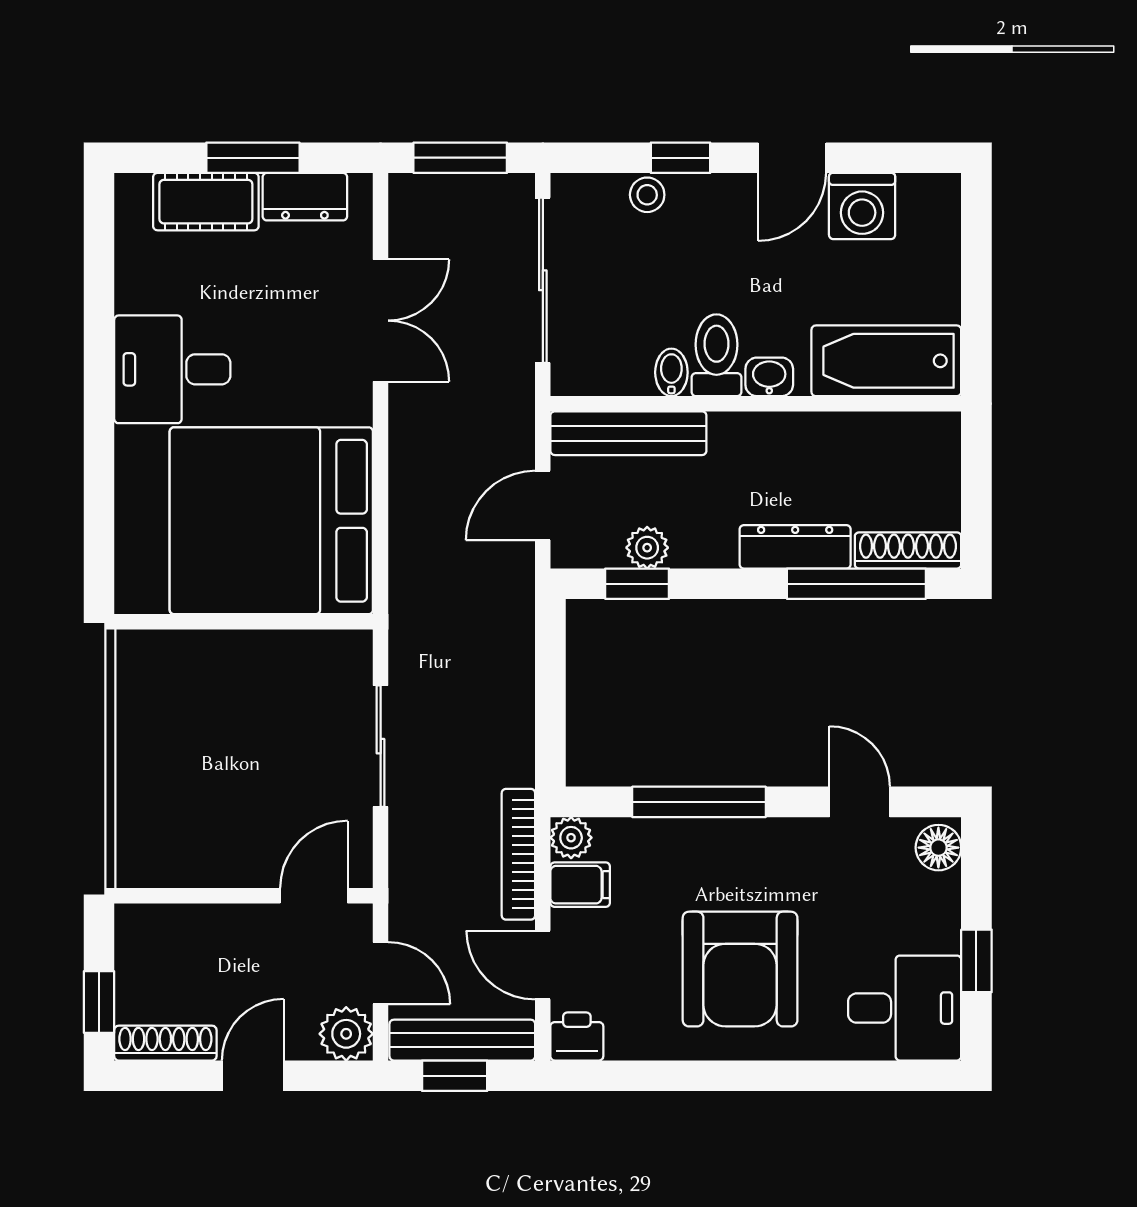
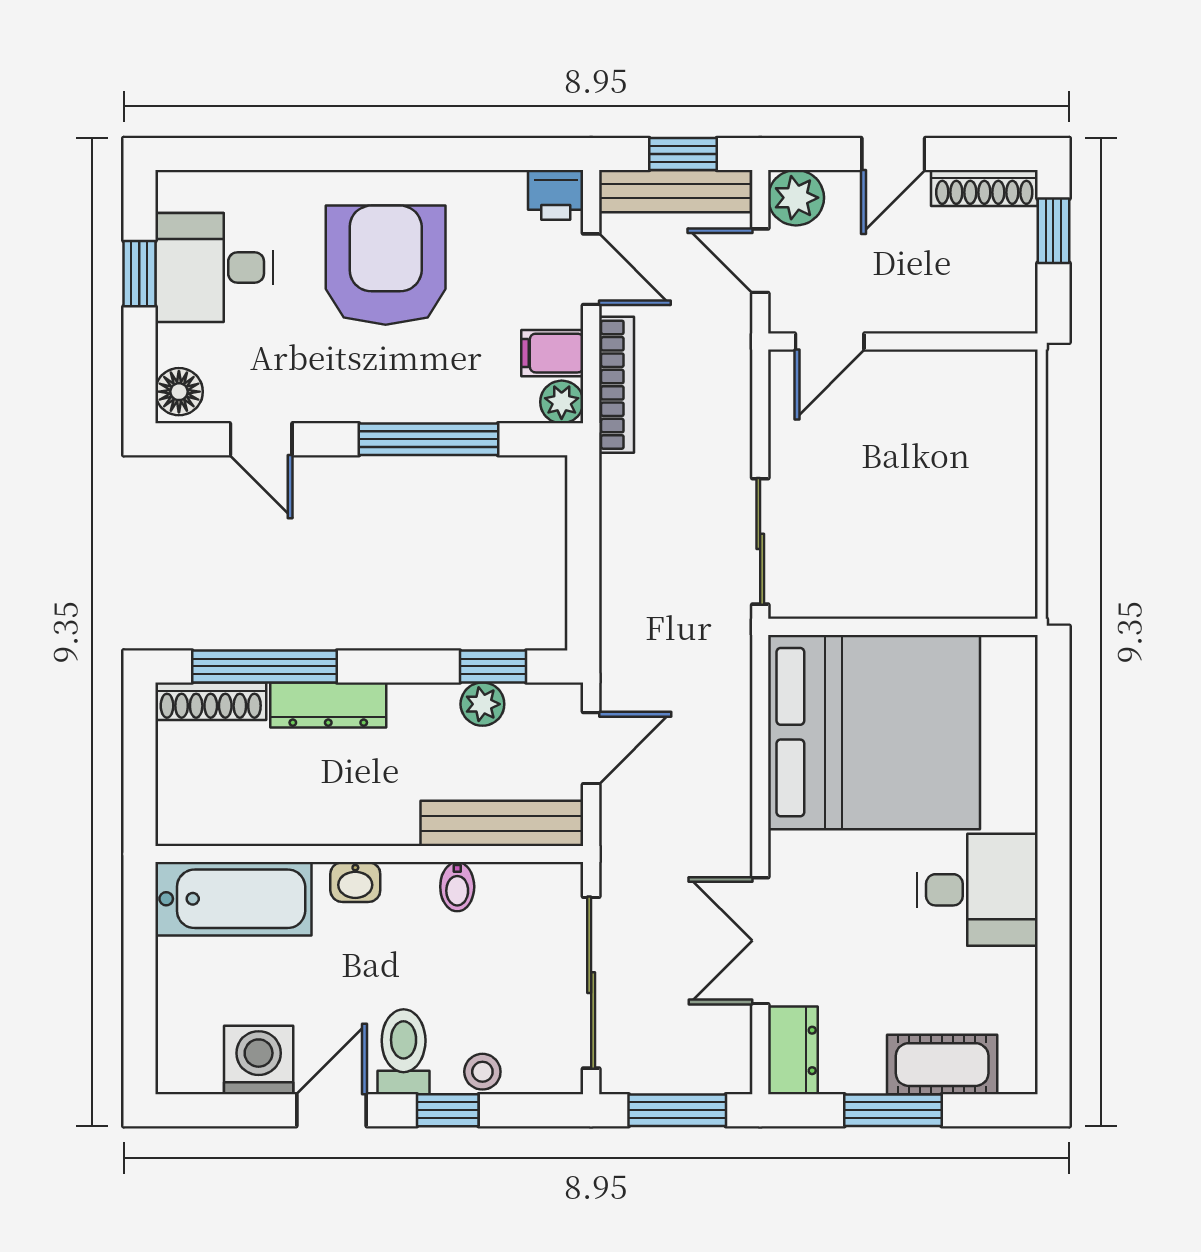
dresser: (305, 197) -> (793, 1050), moved, turned 90
toilet: (716, 355) -> (404, 1052), moved, turned 180
sliding door: (381, 746) -> (760, 541), moved
desk: (905, 1008) -> (214, 268), moved

